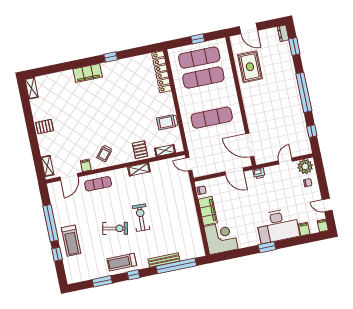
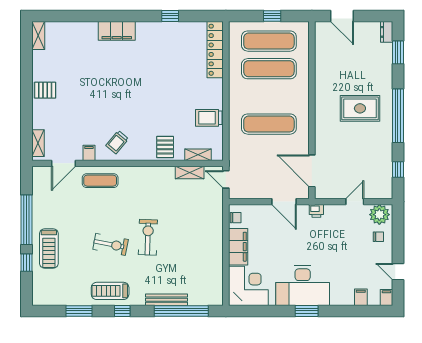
window: (111, 57) -> (170, 16), moved
rug: (250, 67) -> (360, 108), moved, turned 90
shelving: (139, 169) -> (190, 173), moved
desk: (278, 226) -> (303, 286), moved

